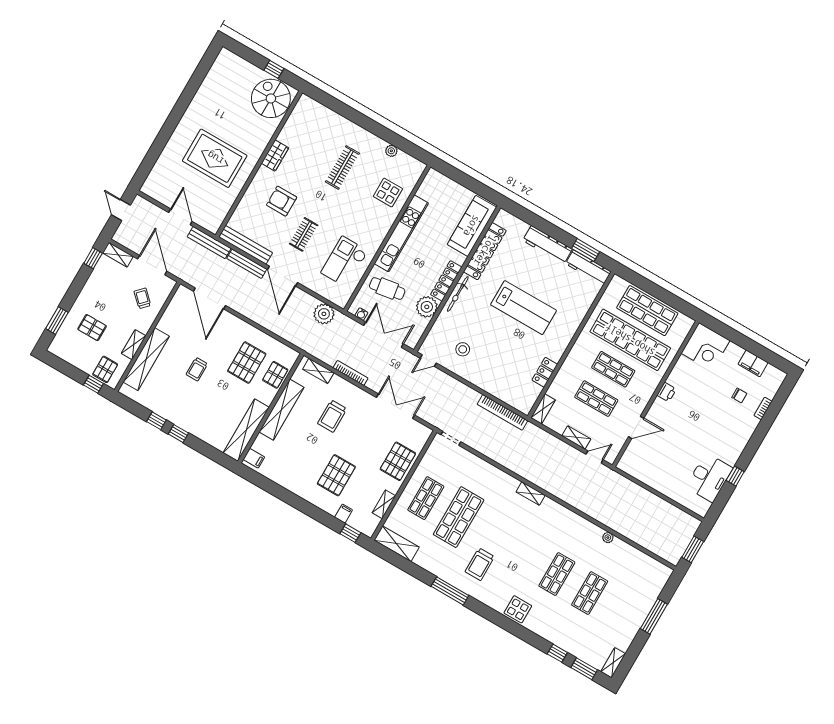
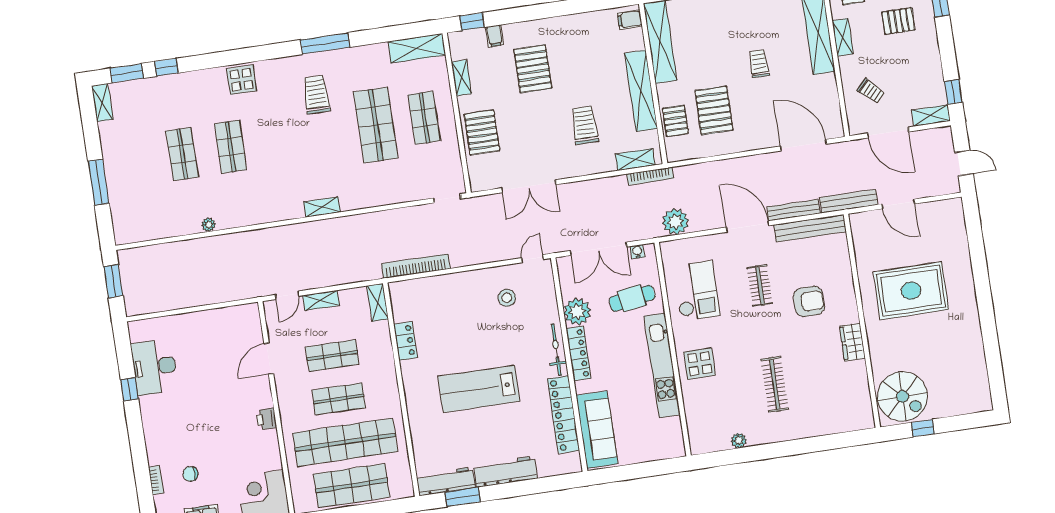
display table: (388, 193) -> (700, 364), moved
bookcase: (351, 373) -> (650, 176), moved

